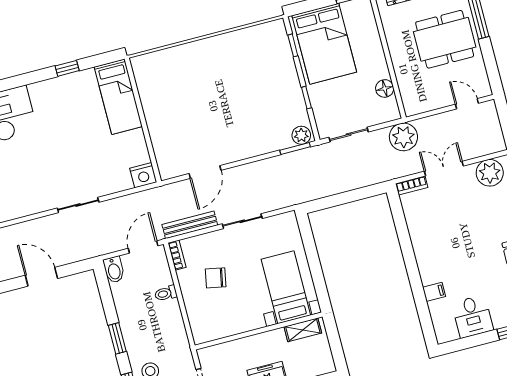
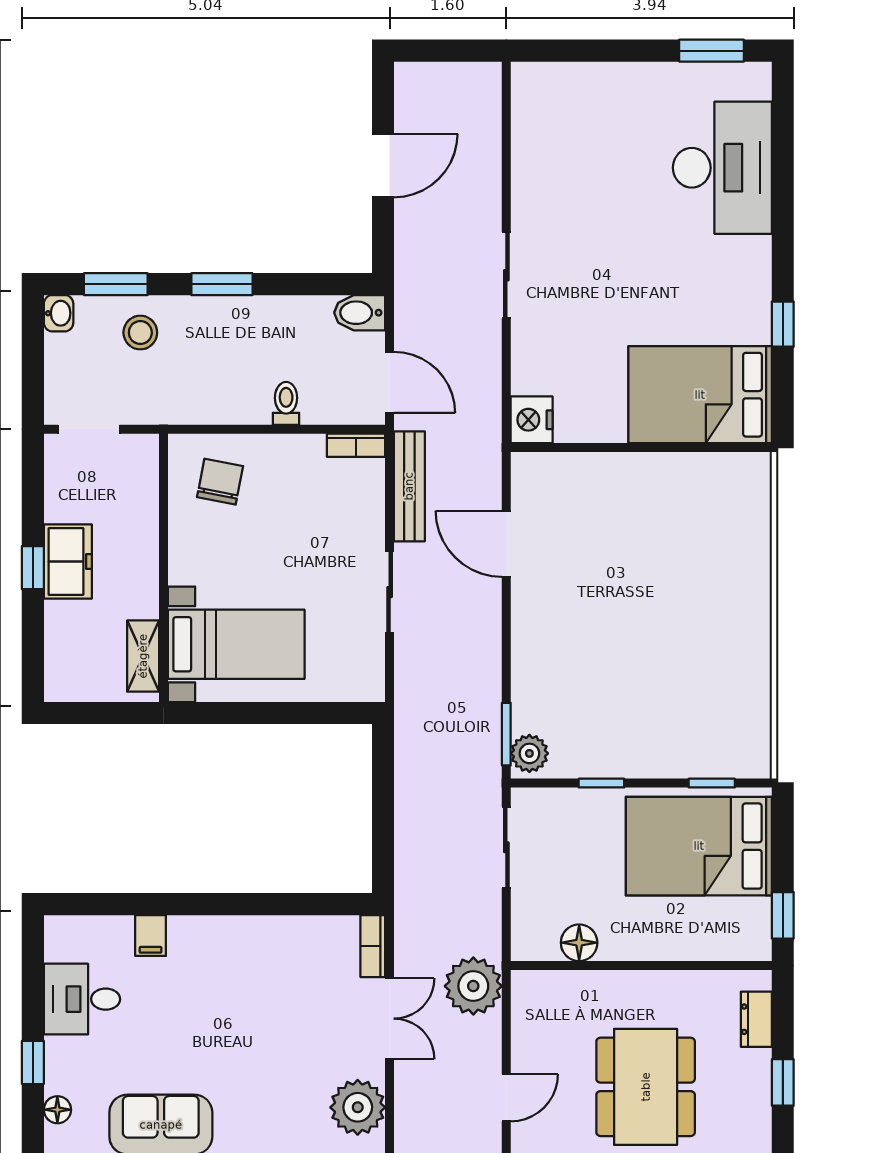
bed: (118, 97) -> (700, 395), width x1.50
plant: (403, 137) -> (473, 986), moved
chair: (216, 278) -> (220, 482), moved

